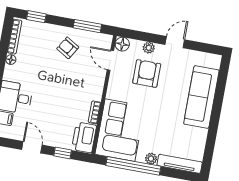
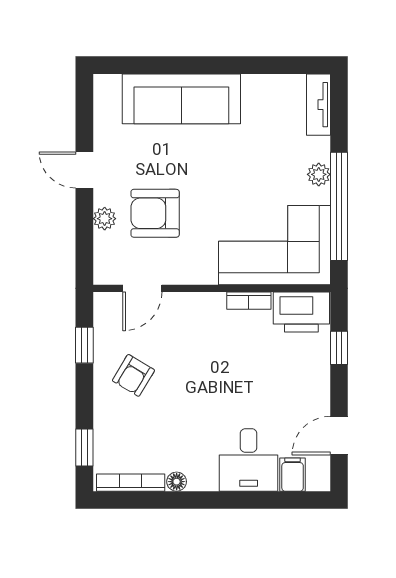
window: (87, 26) -> (84, 345), width x0.67
floor lamp: (122, 44) -> (107, 271), removed
door: (32, 147) -> (339, 436), moved
tv unit: (180, 164) -> (318, 105), width x0.71

